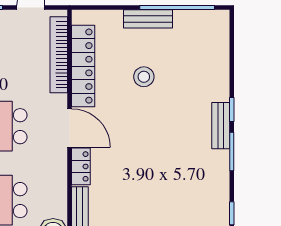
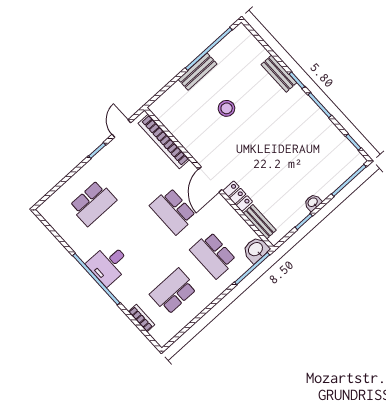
locker: (83, 66) -> (184, 135), removed
bench: (221, 126) -> (279, 74), moved
door: (69, 128) -> (210, 179), swing flipped

